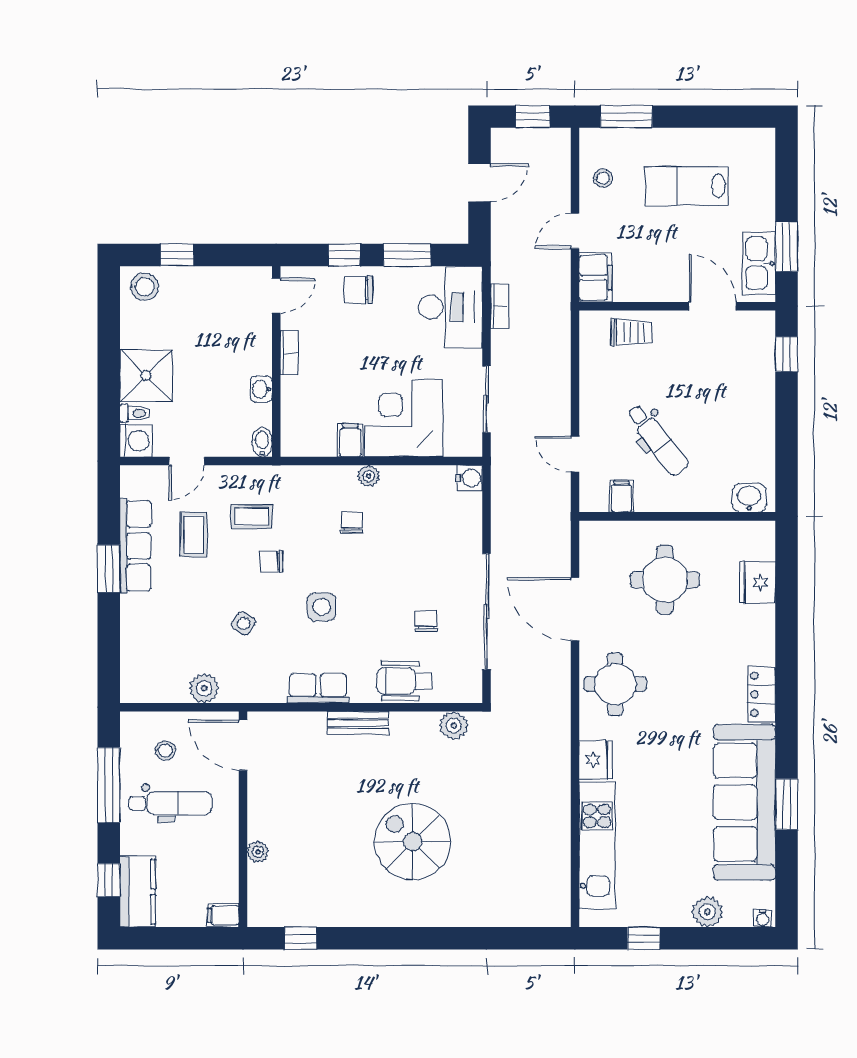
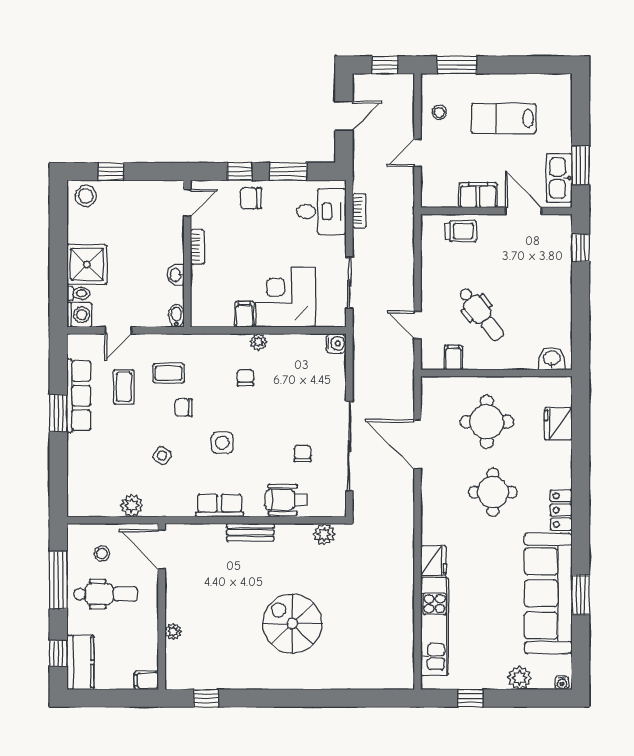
filing cabinet: (595, 277) -> (478, 195), moved, turned -90
desk: (450, 307) -> (321, 212), width x0.73
round table: (615, 684) -> (493, 492), moved

